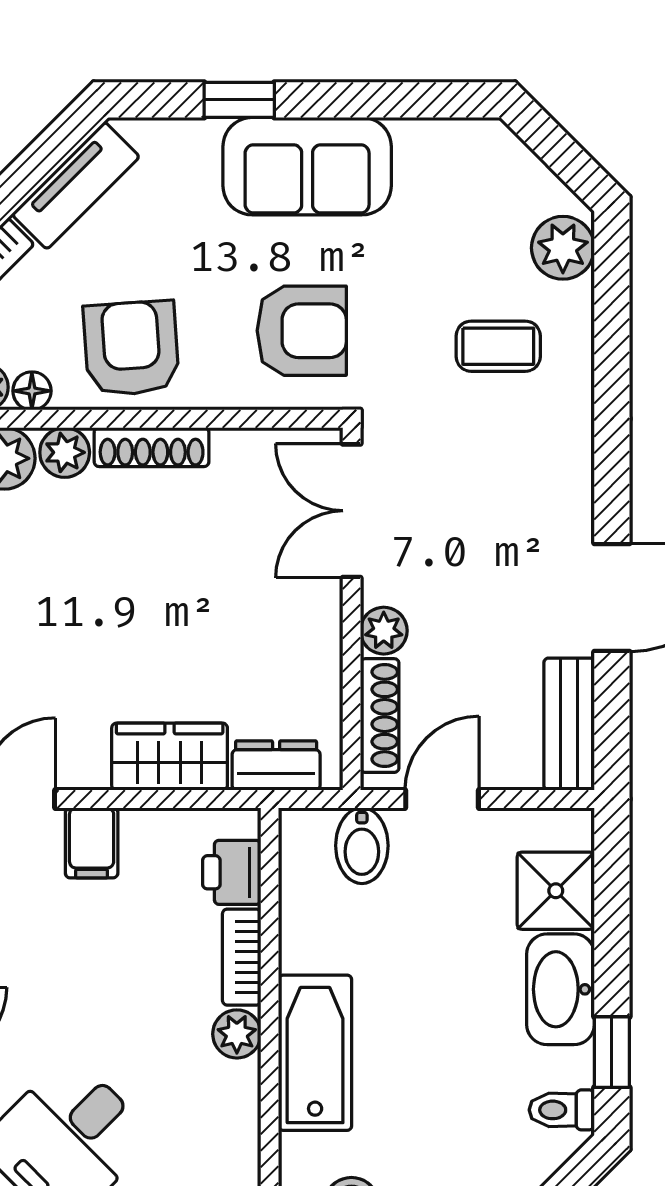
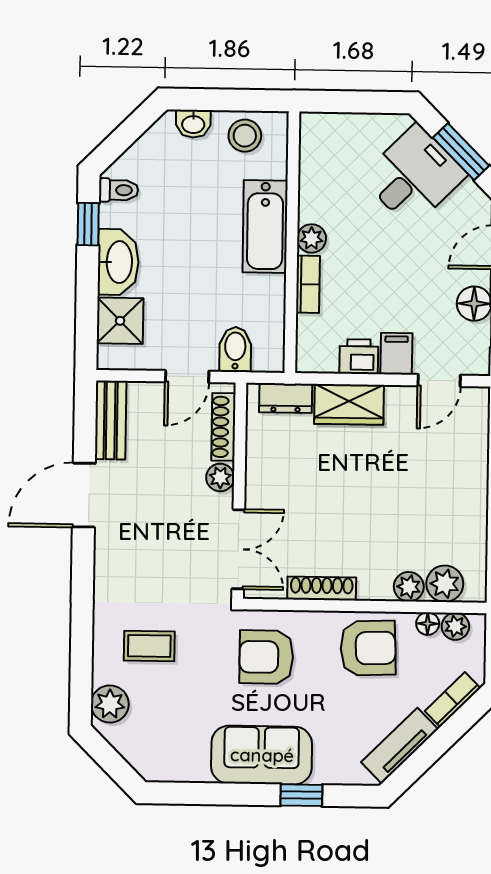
armchair: (131, 348) -> (368, 648), turned -88
shoe rack: (152, 447) -> (322, 589), moved
printer: (232, 872) -> (359, 357), moved, turned -90

